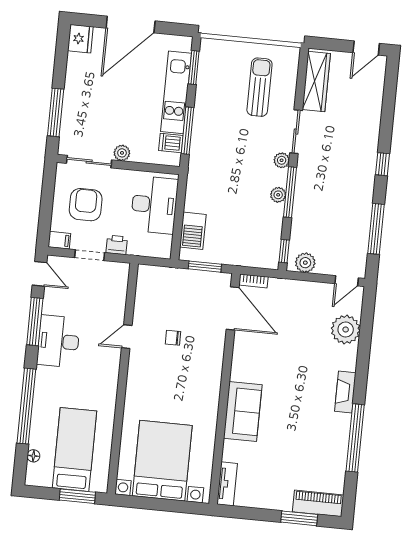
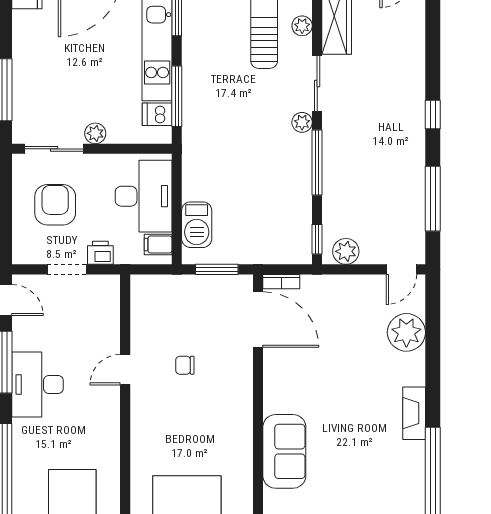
plant: (278, 195) -> (302, 26), moved
filing cabinet: (59, 240) -> (158, 244), moved, turned 180

